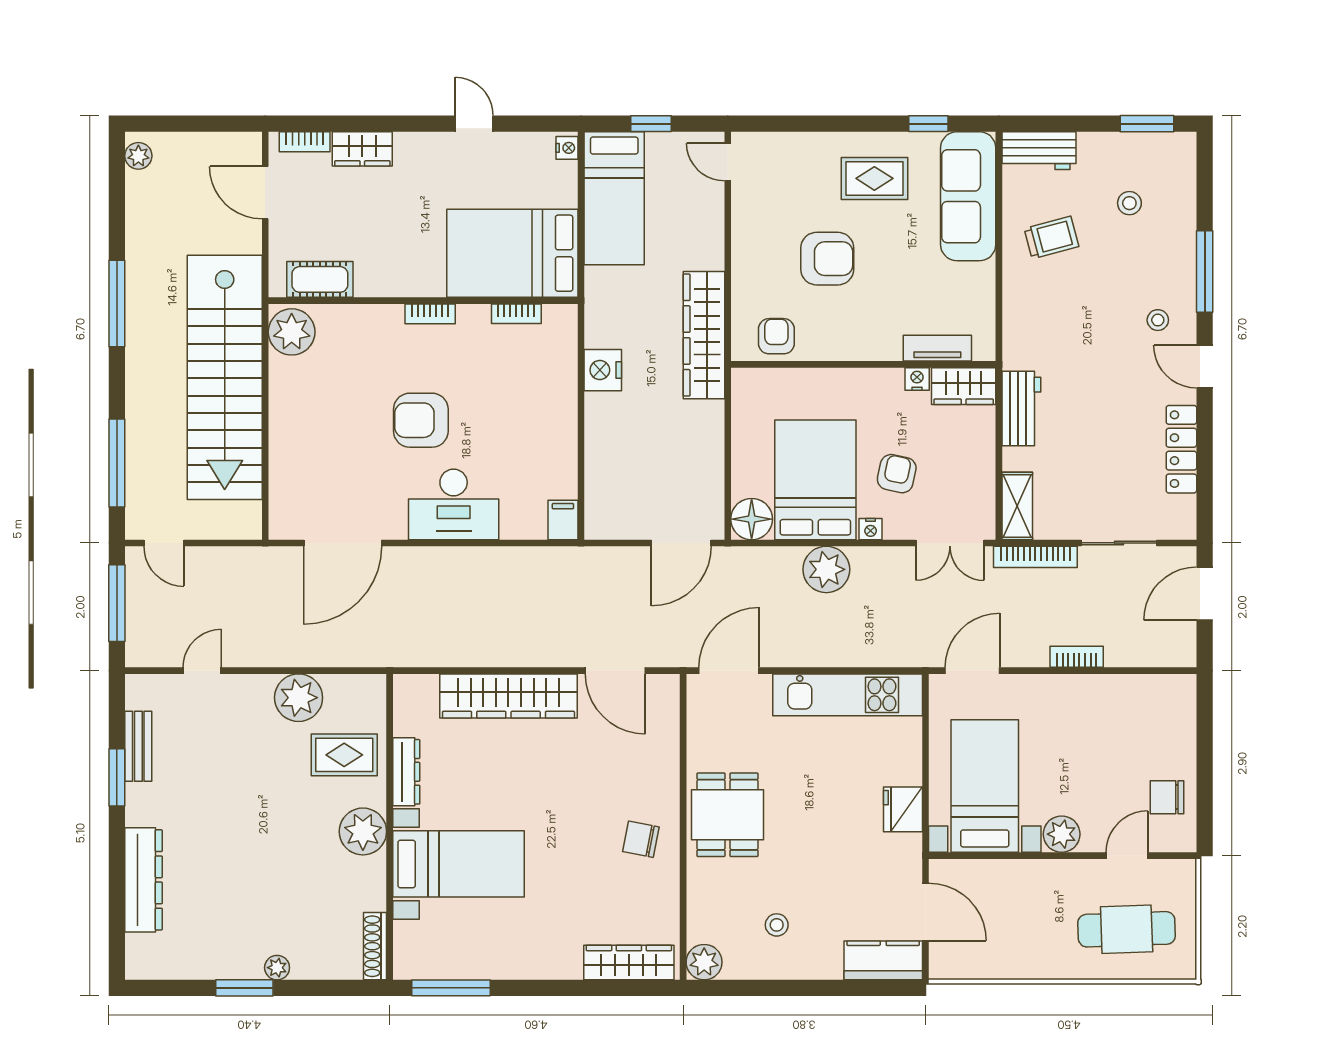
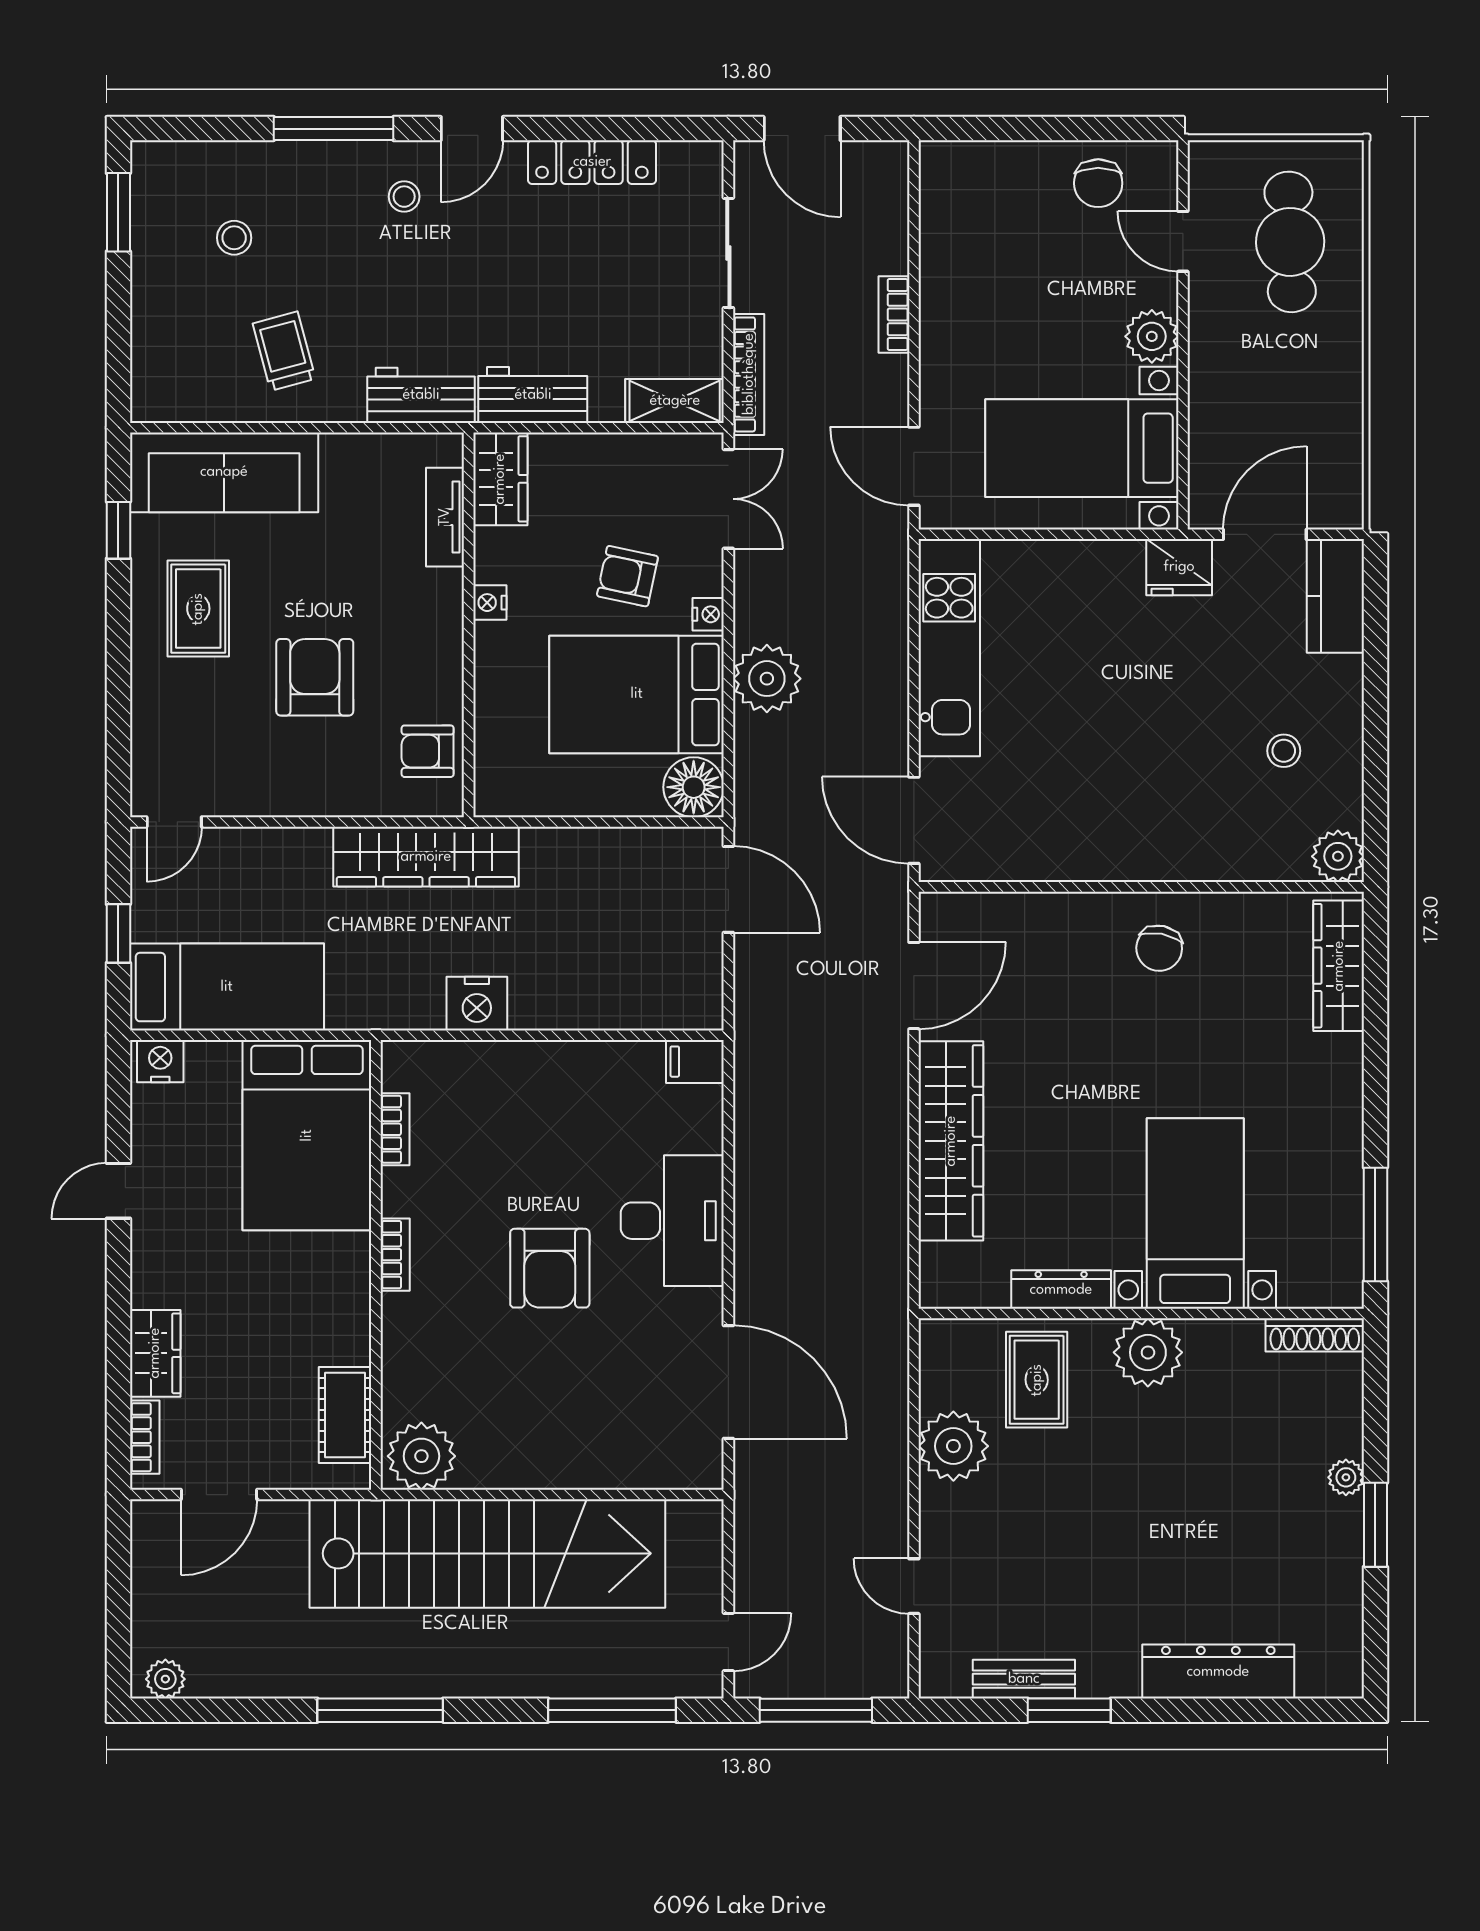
nightstand: (567, 148) -> (160, 1061), width x1.39, depth x1.35
workbench: (1039, 151) -> (421, 395), moved, turned -90
nightstand: (917, 379) -> (490, 603), moved
fridge: (903, 809) -> (1179, 567), moved
dining table: (727, 815) -> (1124, 822), removed

